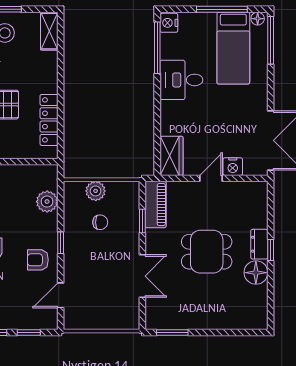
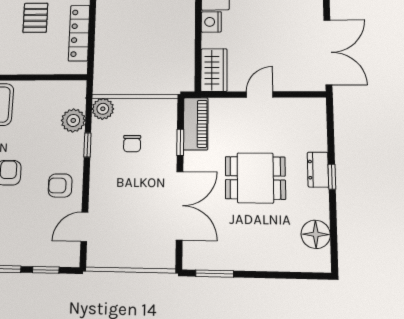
nightstand: (233, 167) -> (211, 22), moved, turned 90
plant: (96, 191) -> (103, 109), moved
chair: (100, 222) -> (132, 144), turned 90
window: (61, 243) -> (87, 145), moved
floor lamp: (256, 273) -> (316, 234), moved
double door: (142, 276) -> (179, 206), width x1.37

